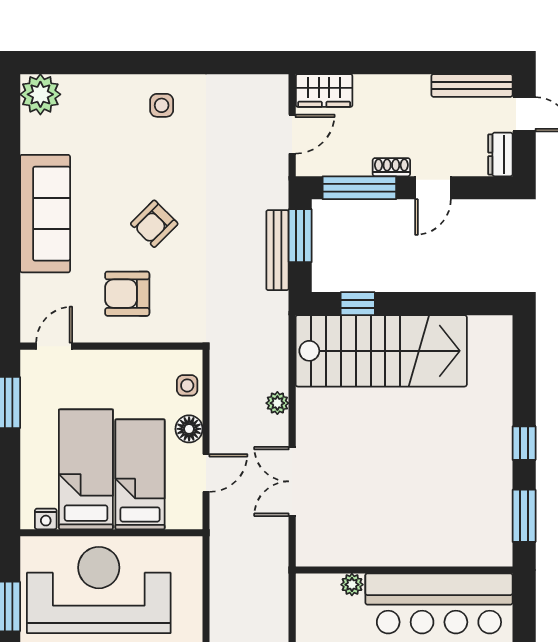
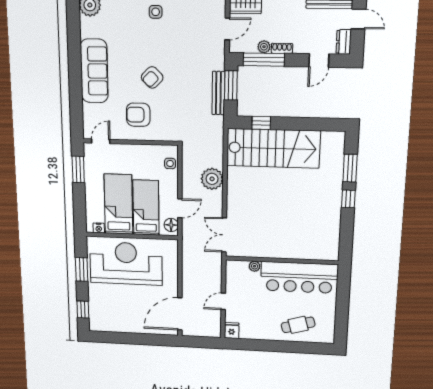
plant: (359, 165) -> (264, 47), added
door: (433, 188) -> (319, 60), moved
plant: (277, 403) -> (212, 179), width x1.87, depth x1.87
floor lamp: (189, 429) -> (171, 225), moved
double door: (292, 481) -> (224, 235), moved
window: (524, 516) -> (350, 168), moved

